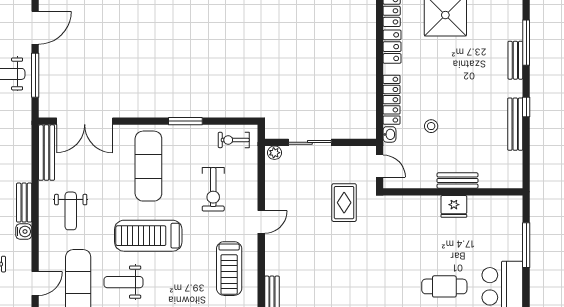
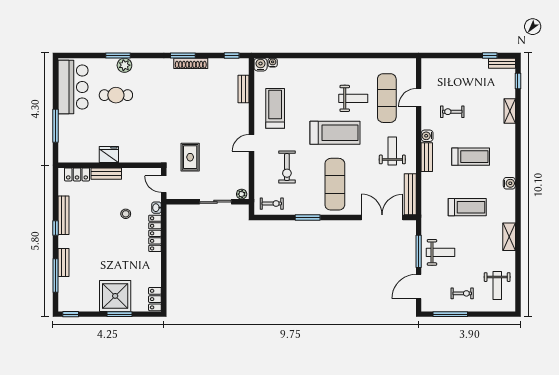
locker: (392, 47) -> (77, 174), moved, turned -90
exercise bike: (213, 189) -> (287, 167), turned 180

